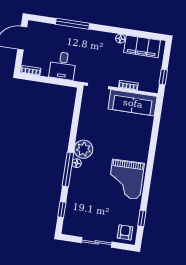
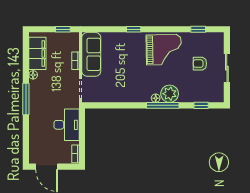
window: (73, 24) -> (26, 99), moved
desk: (63, 66) -> (67, 125), width x1.37
plant: (83, 149) -> (170, 94), moved
window: (152, 151) -> (134, 29), added
armchair: (125, 232) -> (200, 64), moved

